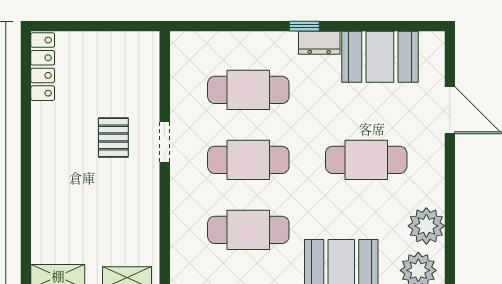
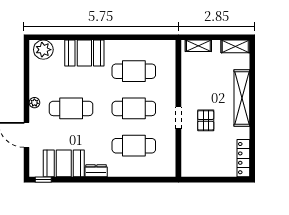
window: (304, 26) -> (43, 180), moved
shelving: (46, 180) -> (242, 98), added
plant: (426, 226) -> (34, 103), moved, width x0.53, depth x0.53

